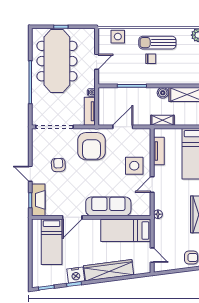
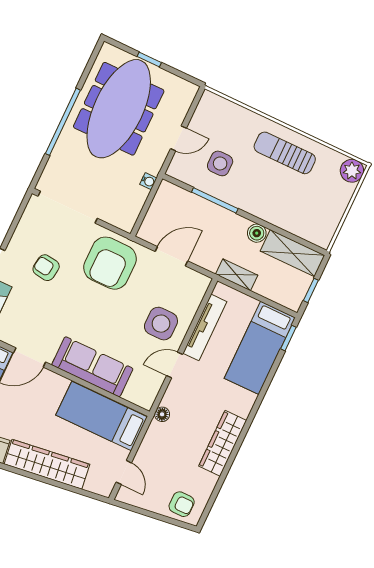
side table: (118, 37) -> (220, 163), moved
chair: (151, 59) -> (263, 173), removed
tv unit: (90, 111) -> (132, 209), removed
tv unit: (159, 151) -> (205, 327), width x1.41
armchair: (58, 165) -> (46, 268), turned -79

